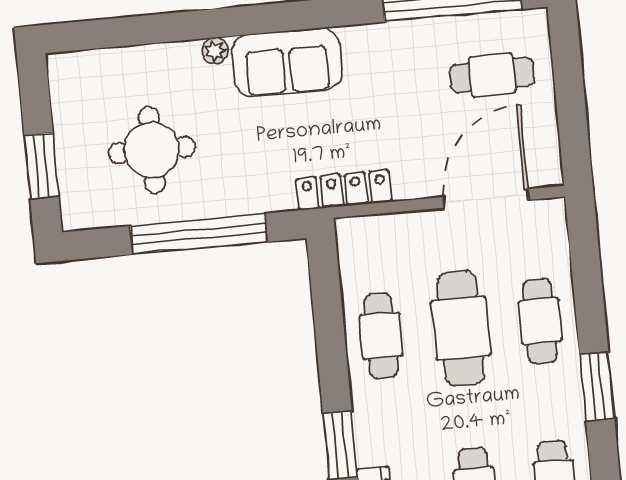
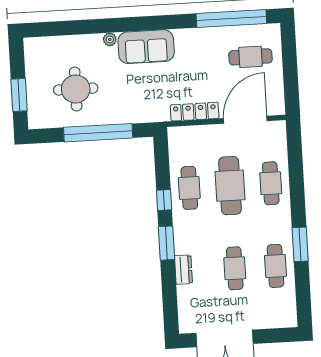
locker: (344, 190) -> (195, 112), moved
window: (332, 361) -> (164, 200), added
window: (597, 386) -> (300, 244), moved

